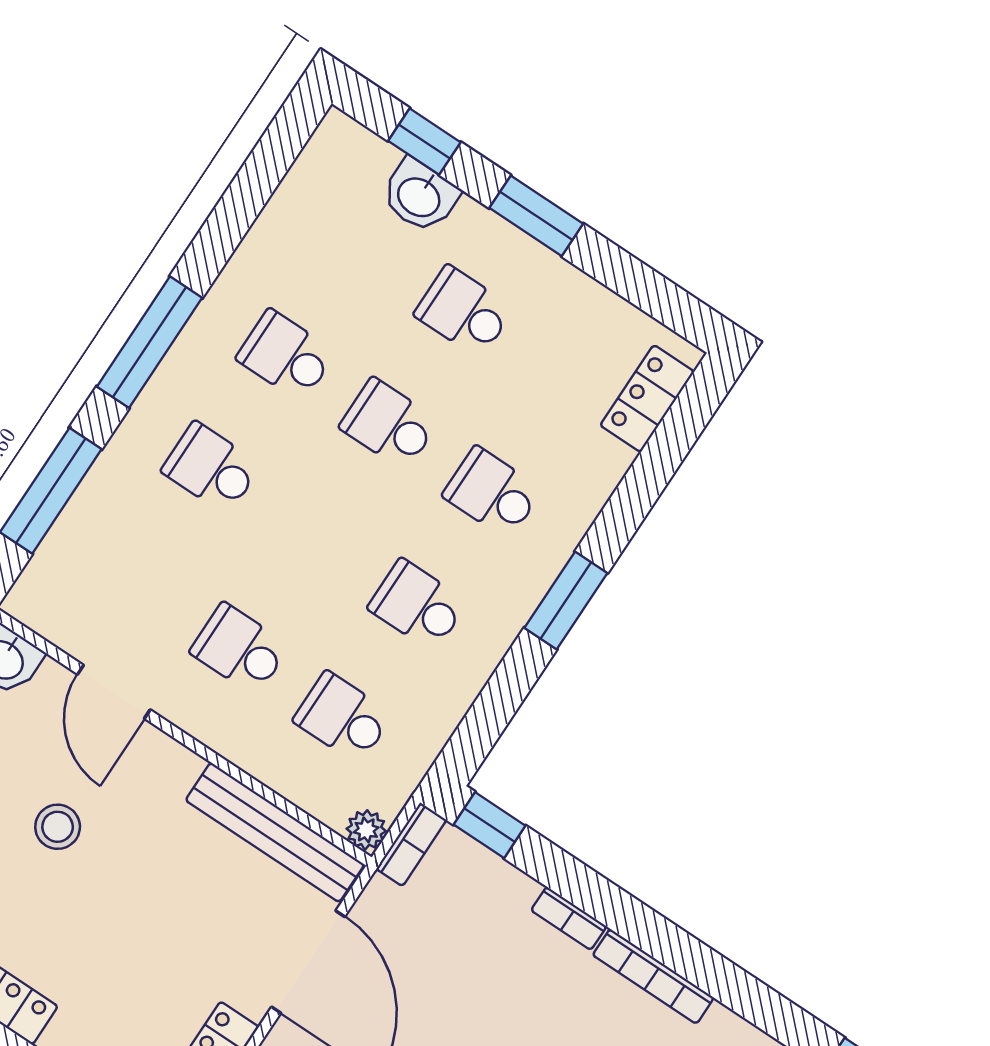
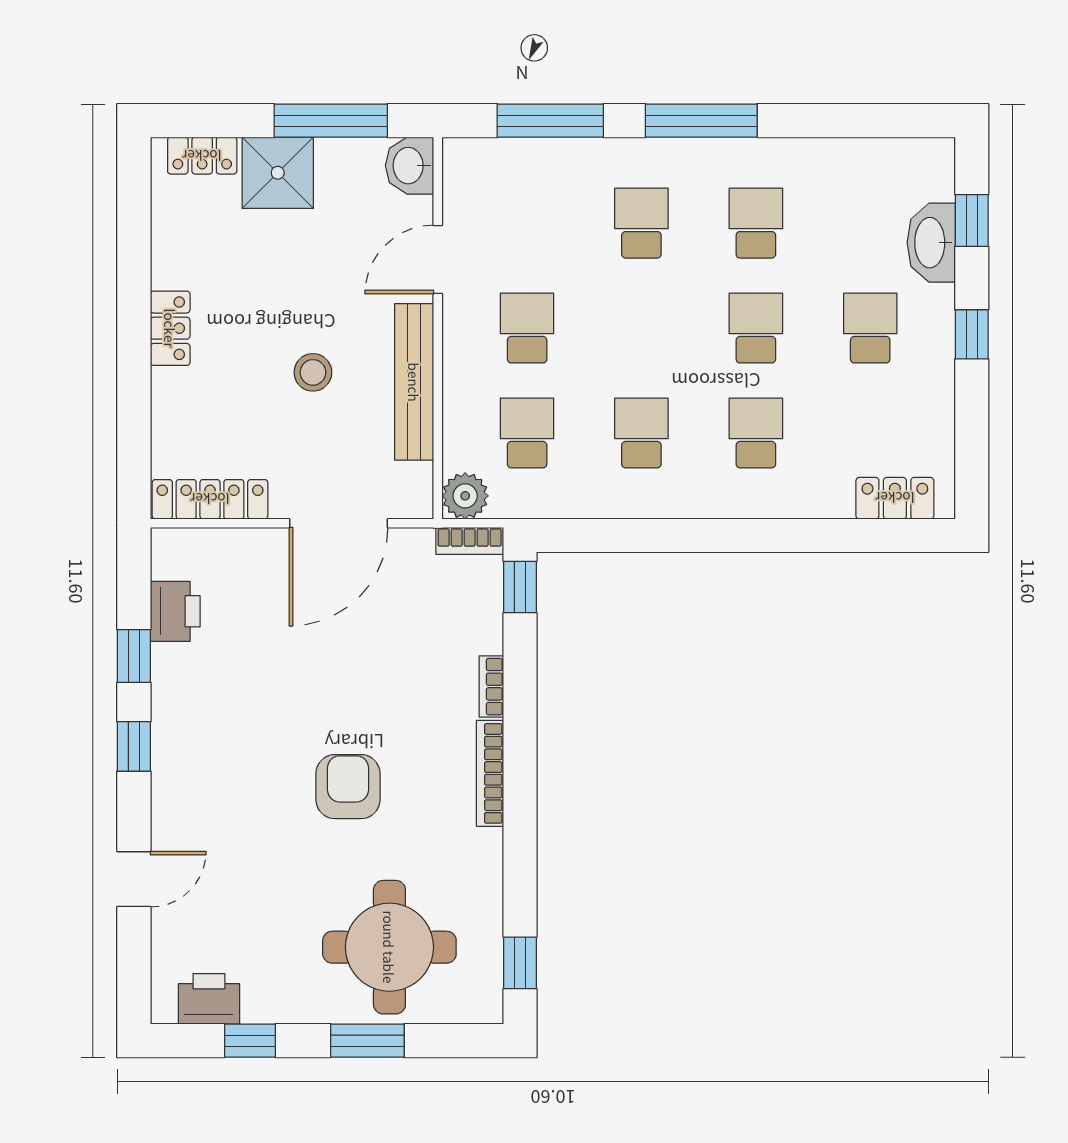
washbasin: (420, 196) -> (931, 243), width x1.38
window: (536, 216) -> (972, 334), width x0.67
window: (566, 600) -> (714, 535), removed
stool: (58, 827) -> (313, 372), moved
plant: (366, 830) -> (465, 496), width x1.38, depth x1.38
bench: (275, 832) -> (414, 382), moved

